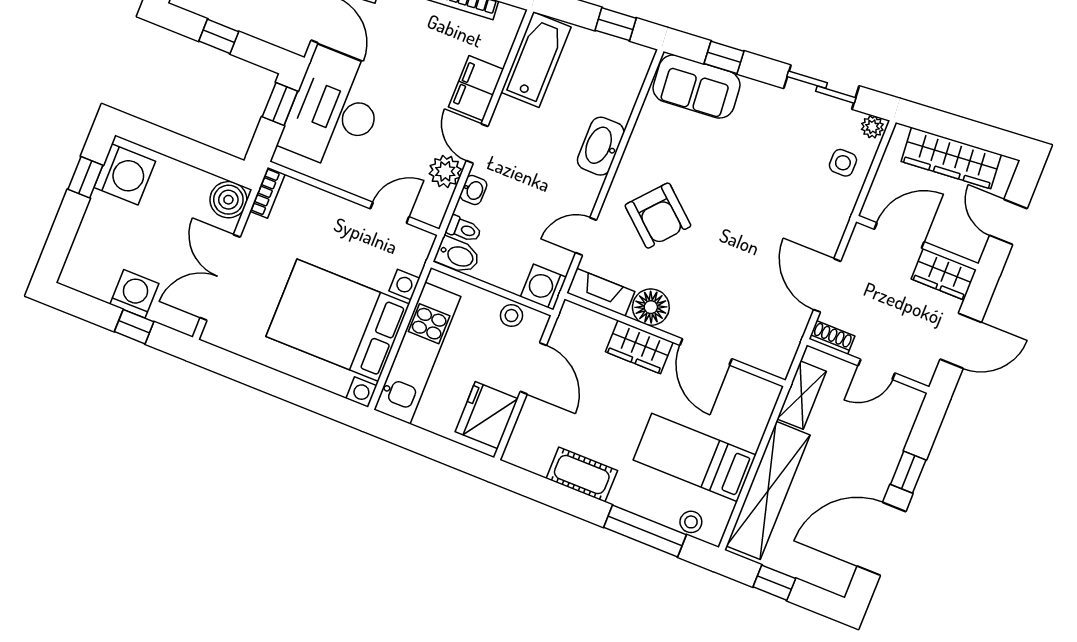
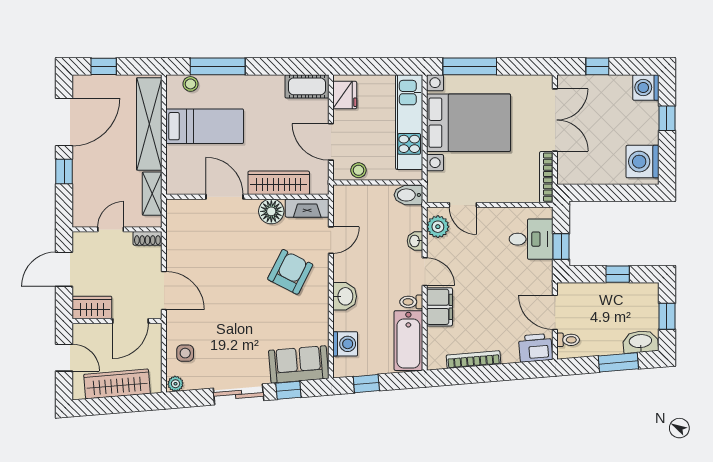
sliding door: (821, 87) -> (239, 394), moved
desk: (335, 110) -> (531, 239), width x0.53, depth x0.77
washbasin: (601, 146) -> (345, 296), width x0.72
plant: (445, 171) -> (438, 227), moved
window: (85, 177) -> (667, 118), moved
bookcase: (267, 193) -> (546, 177), width x1.56
boiler: (228, 200) -> (570, 172), removed
door: (390, 213) -> (463, 205), hinge flipped
armchair: (658, 216) -> (290, 272), turned 76
toilet: (464, 229) -> (411, 302), moved
door: (827, 285) -> (164, 290), moved
washing machine: (544, 287) -> (345, 344), moved
washing machine: (134, 294) -> (646, 87), moved, turned 90
wardrobe: (639, 347) -> (279, 183), width x1.50
window: (306, 395) -> (470, 66), added
fridge: (487, 415) -> (345, 95), width x0.73, depth x0.75
cot: (582, 474) -> (307, 86), moved
window: (774, 583) -> (104, 66), moved

